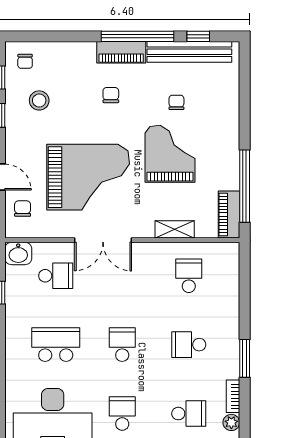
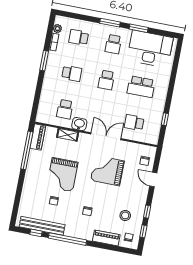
piano: (121, 52) -> (106, 238), moved
grand piano: (88, 177) -> (107, 171), width x0.73, depth x0.68
washbasin: (18, 254) -> (79, 124), moved

